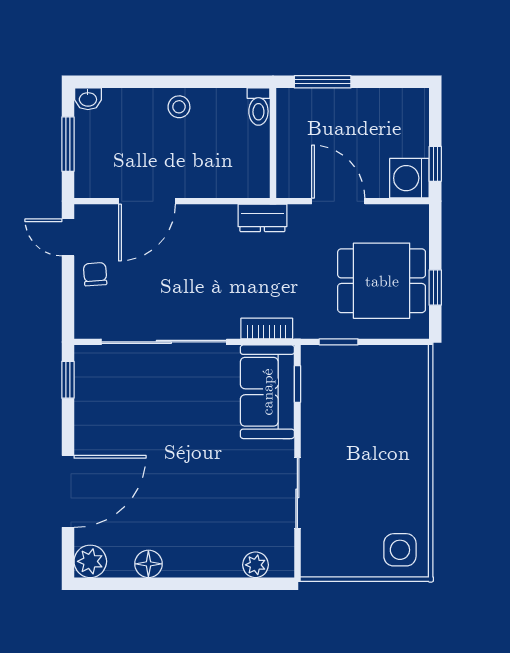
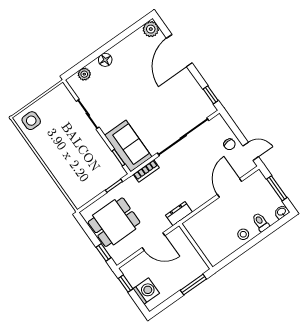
toilet: (258, 107) -> (261, 222), moved
washing machine: (409, 178) -> (146, 291), moved
window: (435, 288) -> (104, 252), moved
floor lamp: (148, 564) -> (105, 60), moved

